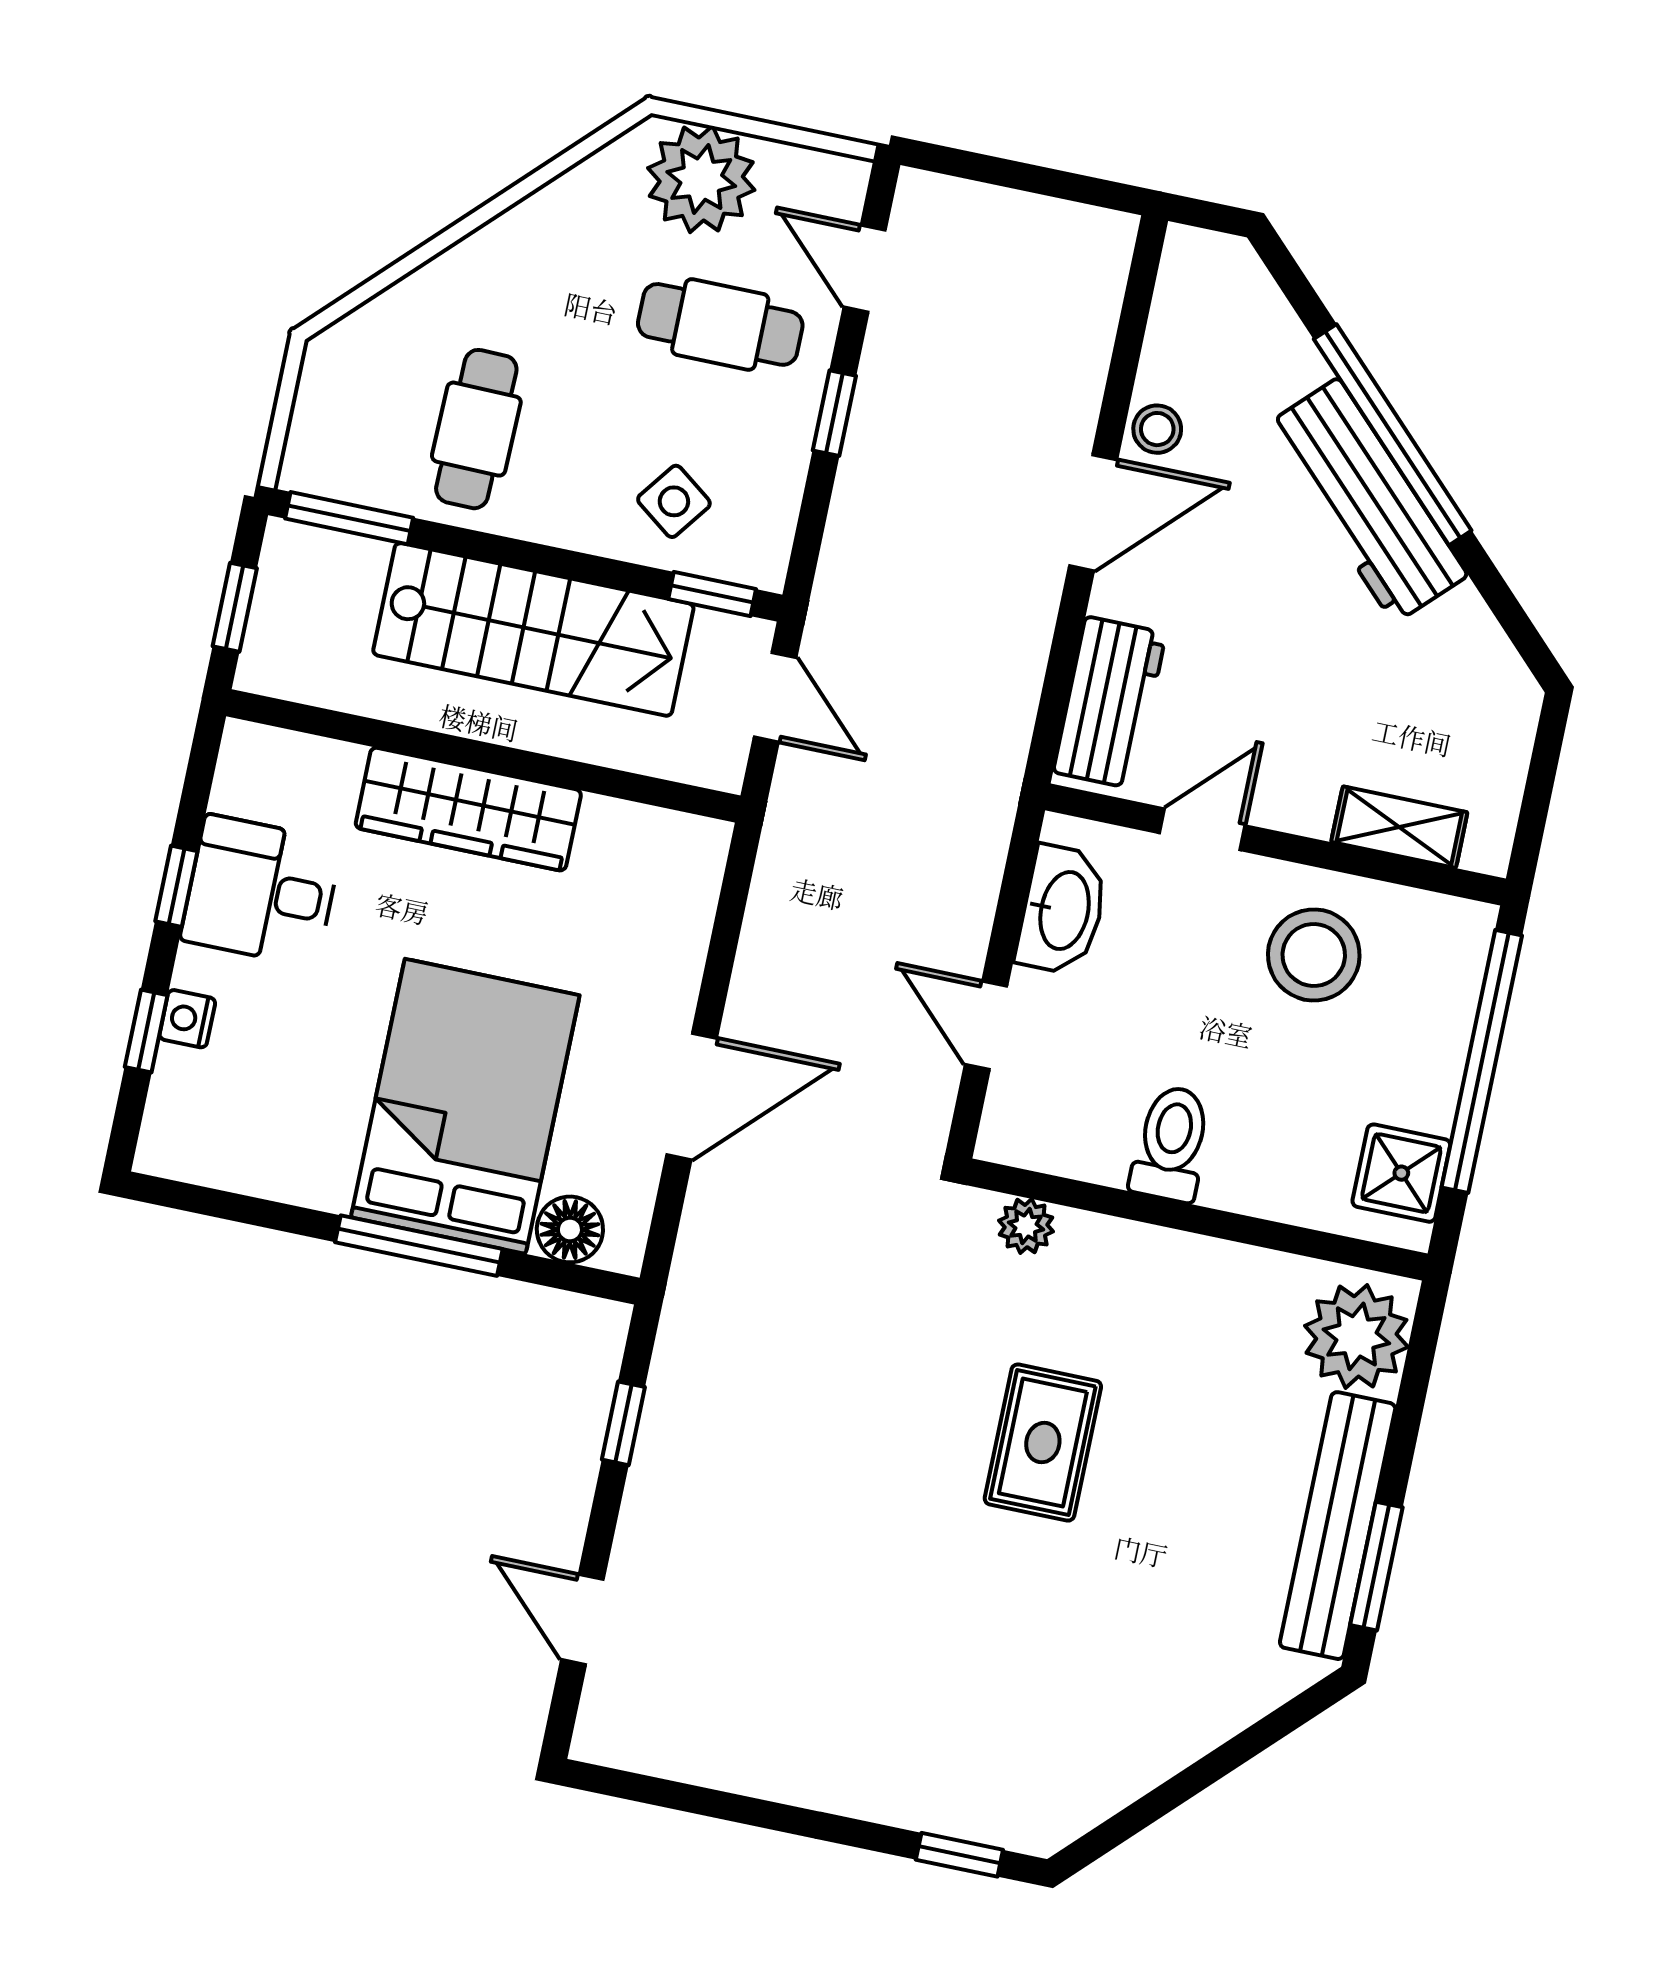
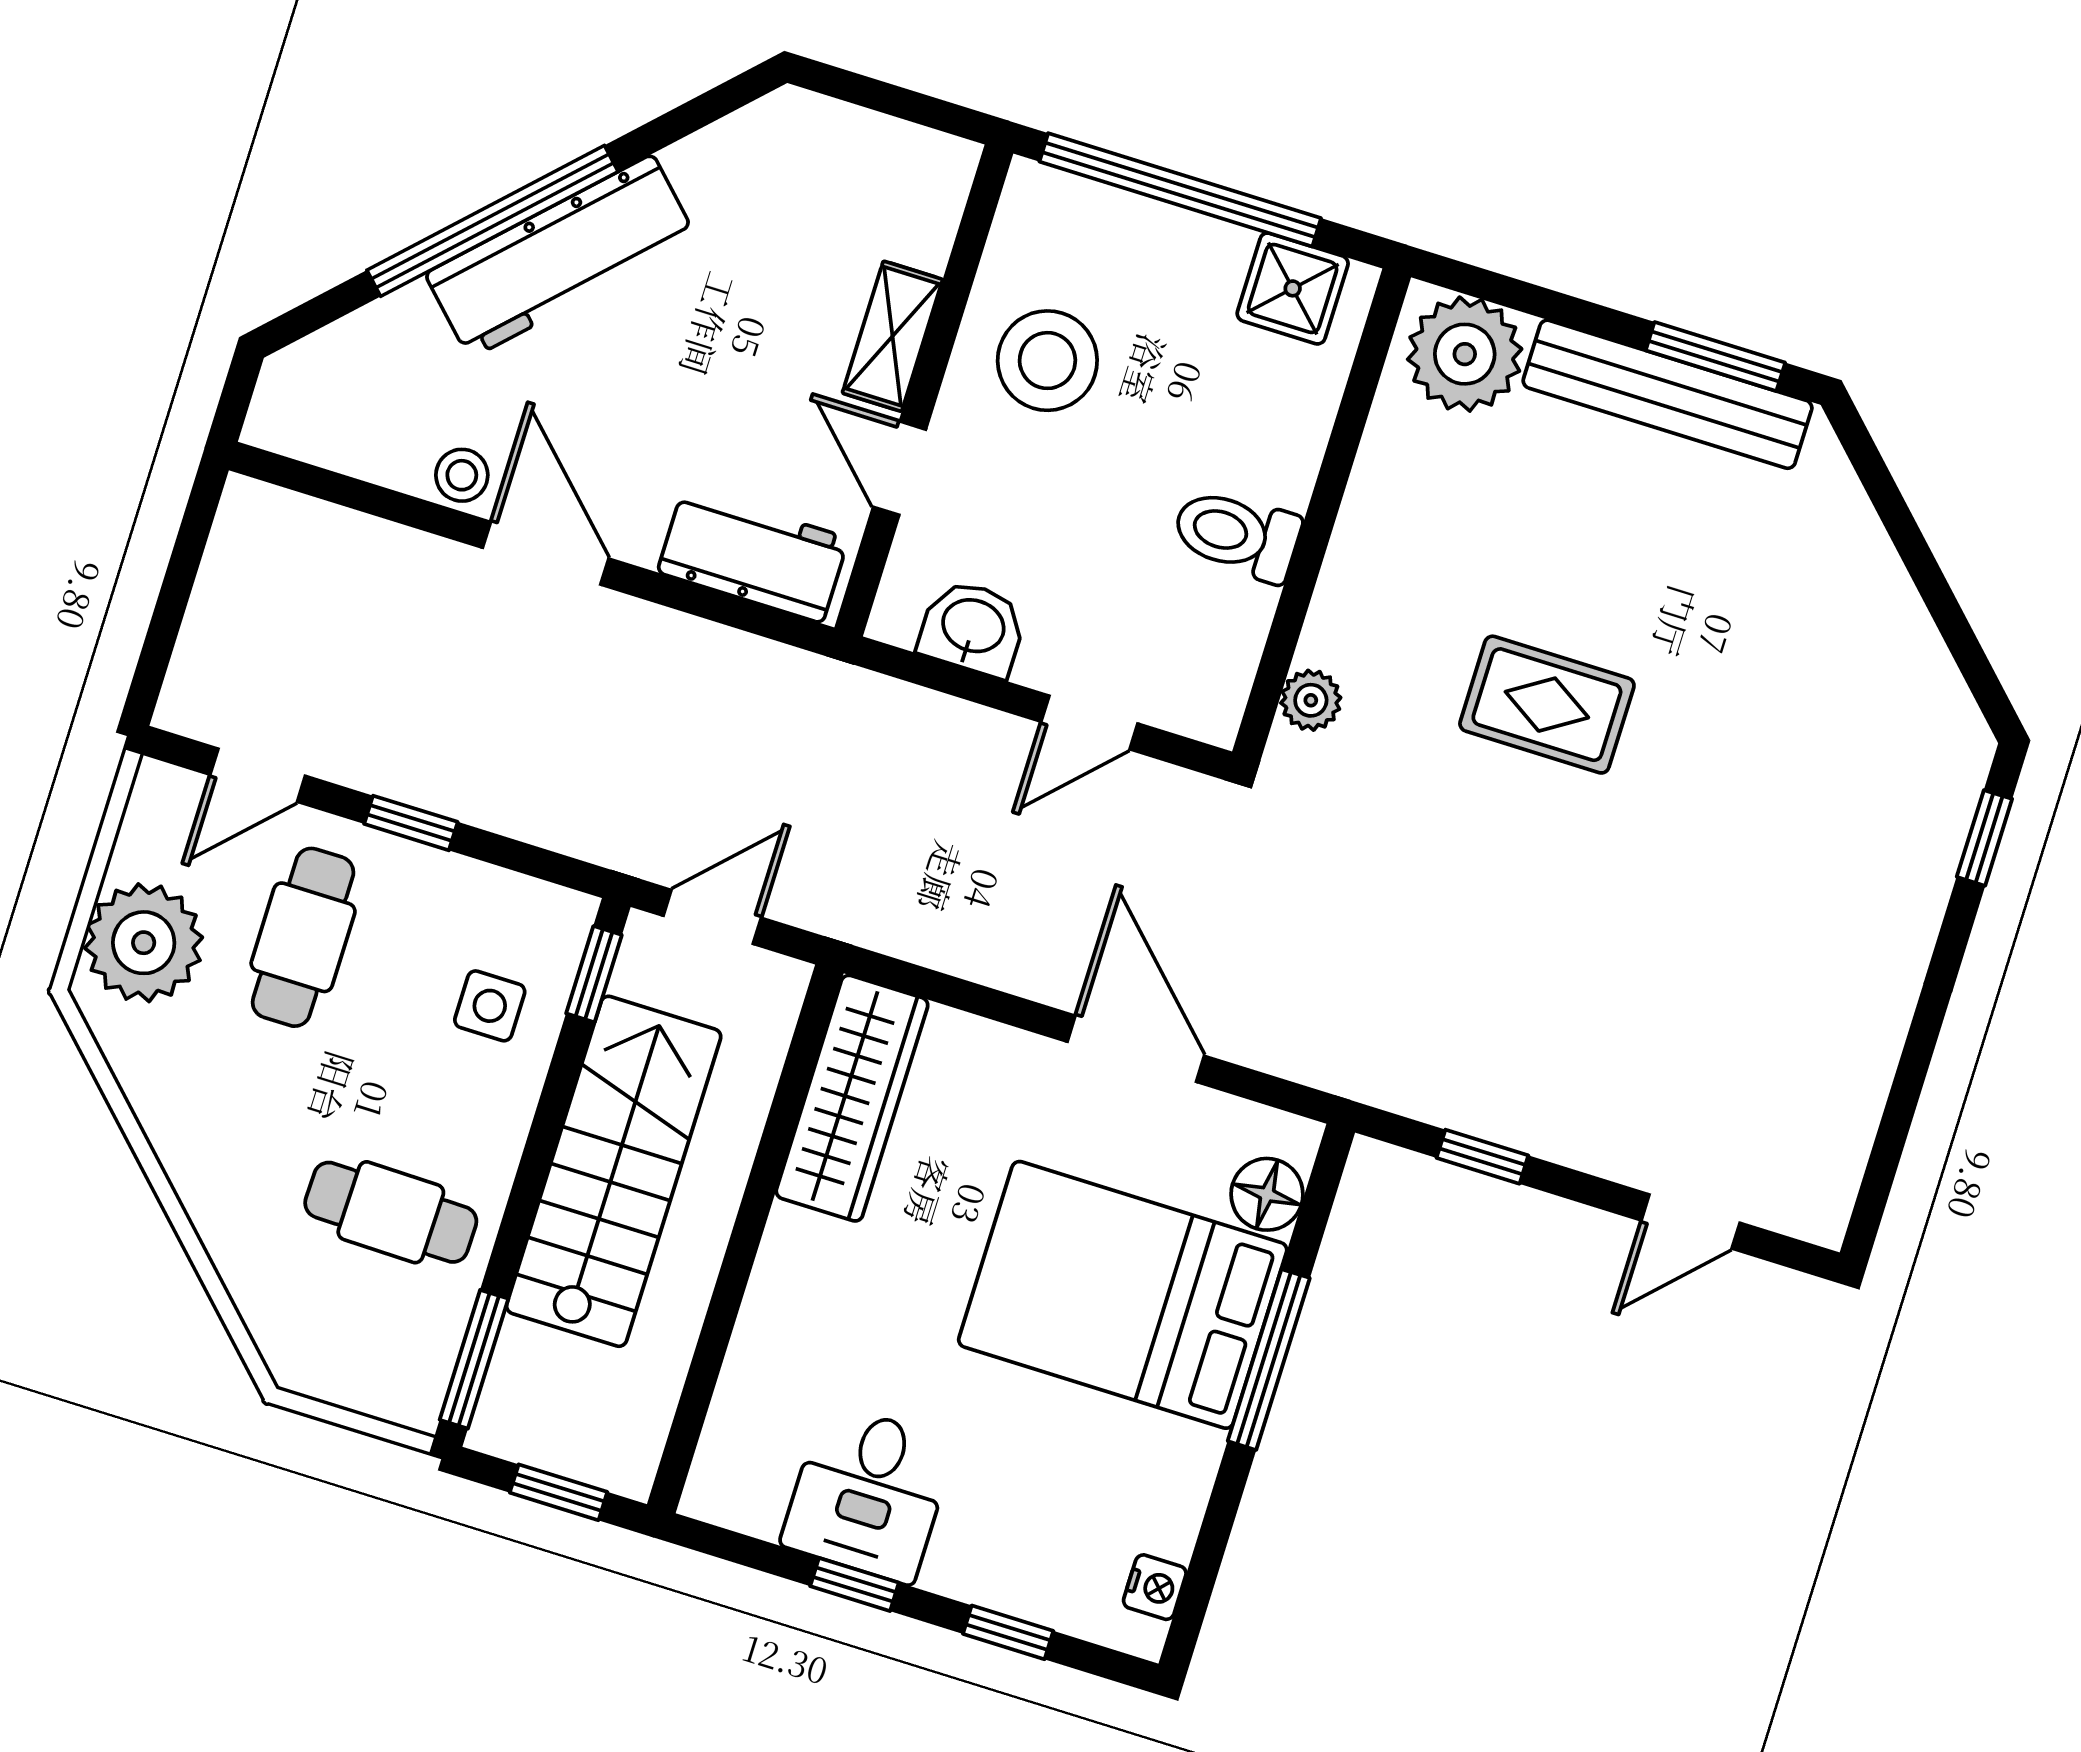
side table: (674, 501) -> (490, 1006), turned -37
wardrobe: (468, 809) -> (852, 1098), moved
shelving: (1399, 827) -> (892, 336), moved
washbasin: (1062, 910) -> (973, 628), width x0.72
nightstand: (187, 1019) -> (1155, 1587), moved, turned -90

